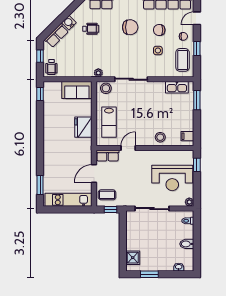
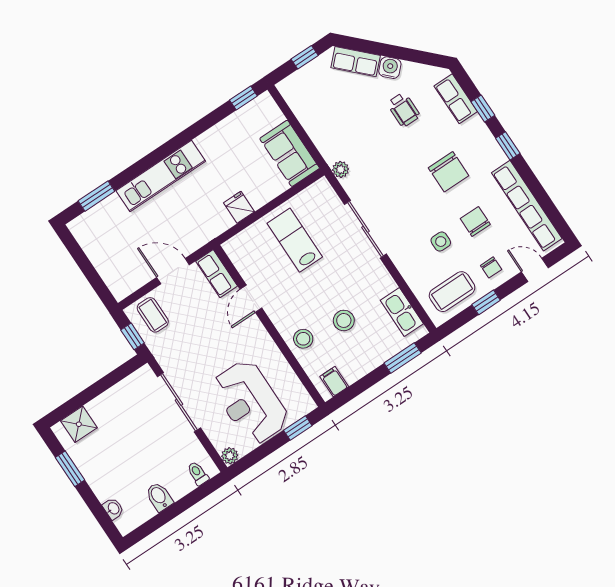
wheelchair: (51, 67) -> (299, 87), removed
stool: (106, 88) -> (344, 320), moved
lab bench: (109, 122) -> (295, 240), moved, turned 90
fridge: (83, 127) -> (239, 207), width x0.53, depth x0.75
door: (128, 148) -> (251, 299), swing flipped
kitchen unit: (69, 200) -> (161, 176), moved, turned 90

